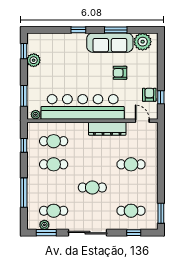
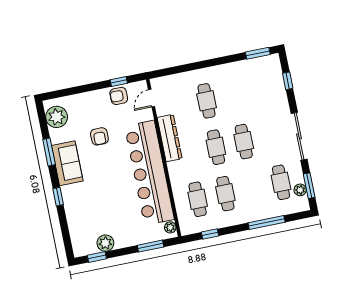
sofa: (110, 43) -> (67, 163), width x0.73
cafe table: (131, 211) -> (216, 147), moved

